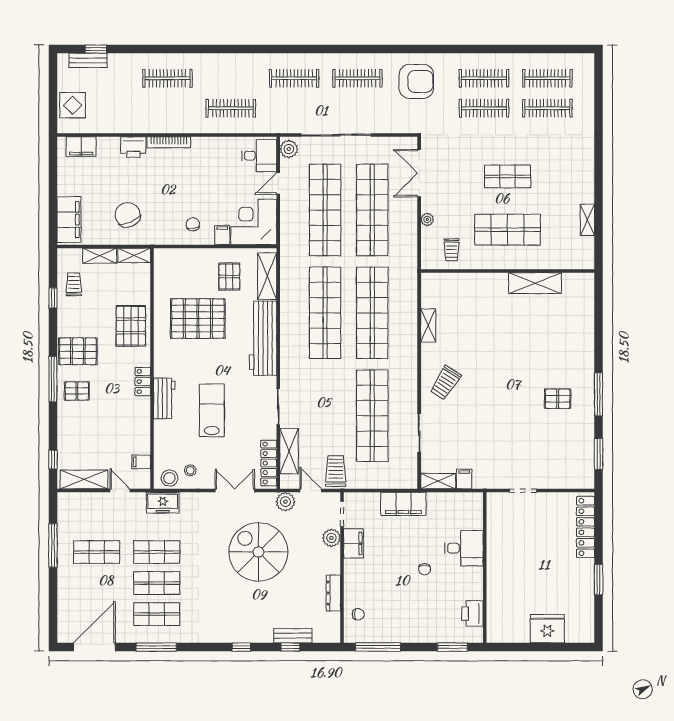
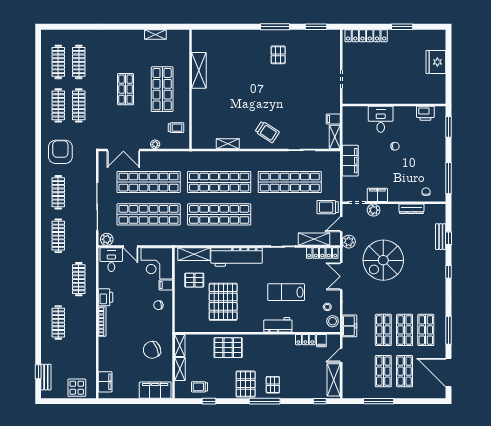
printer: (133, 147) -> (105, 297), moved
locker: (143, 382) -> (305, 340), moved
shop shelf: (97, 583) -> (405, 371), added

